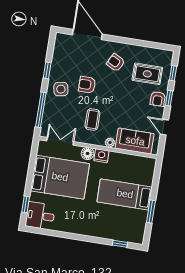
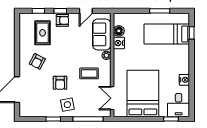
floor lamp: (88, 153) -> (119, 31), moved
nightstand: (101, 156) -> (119, 43), moved
bed: (125, 194) -> (167, 34), moved, turned 90
nightstand: (68, 227) -> (184, 80), added

